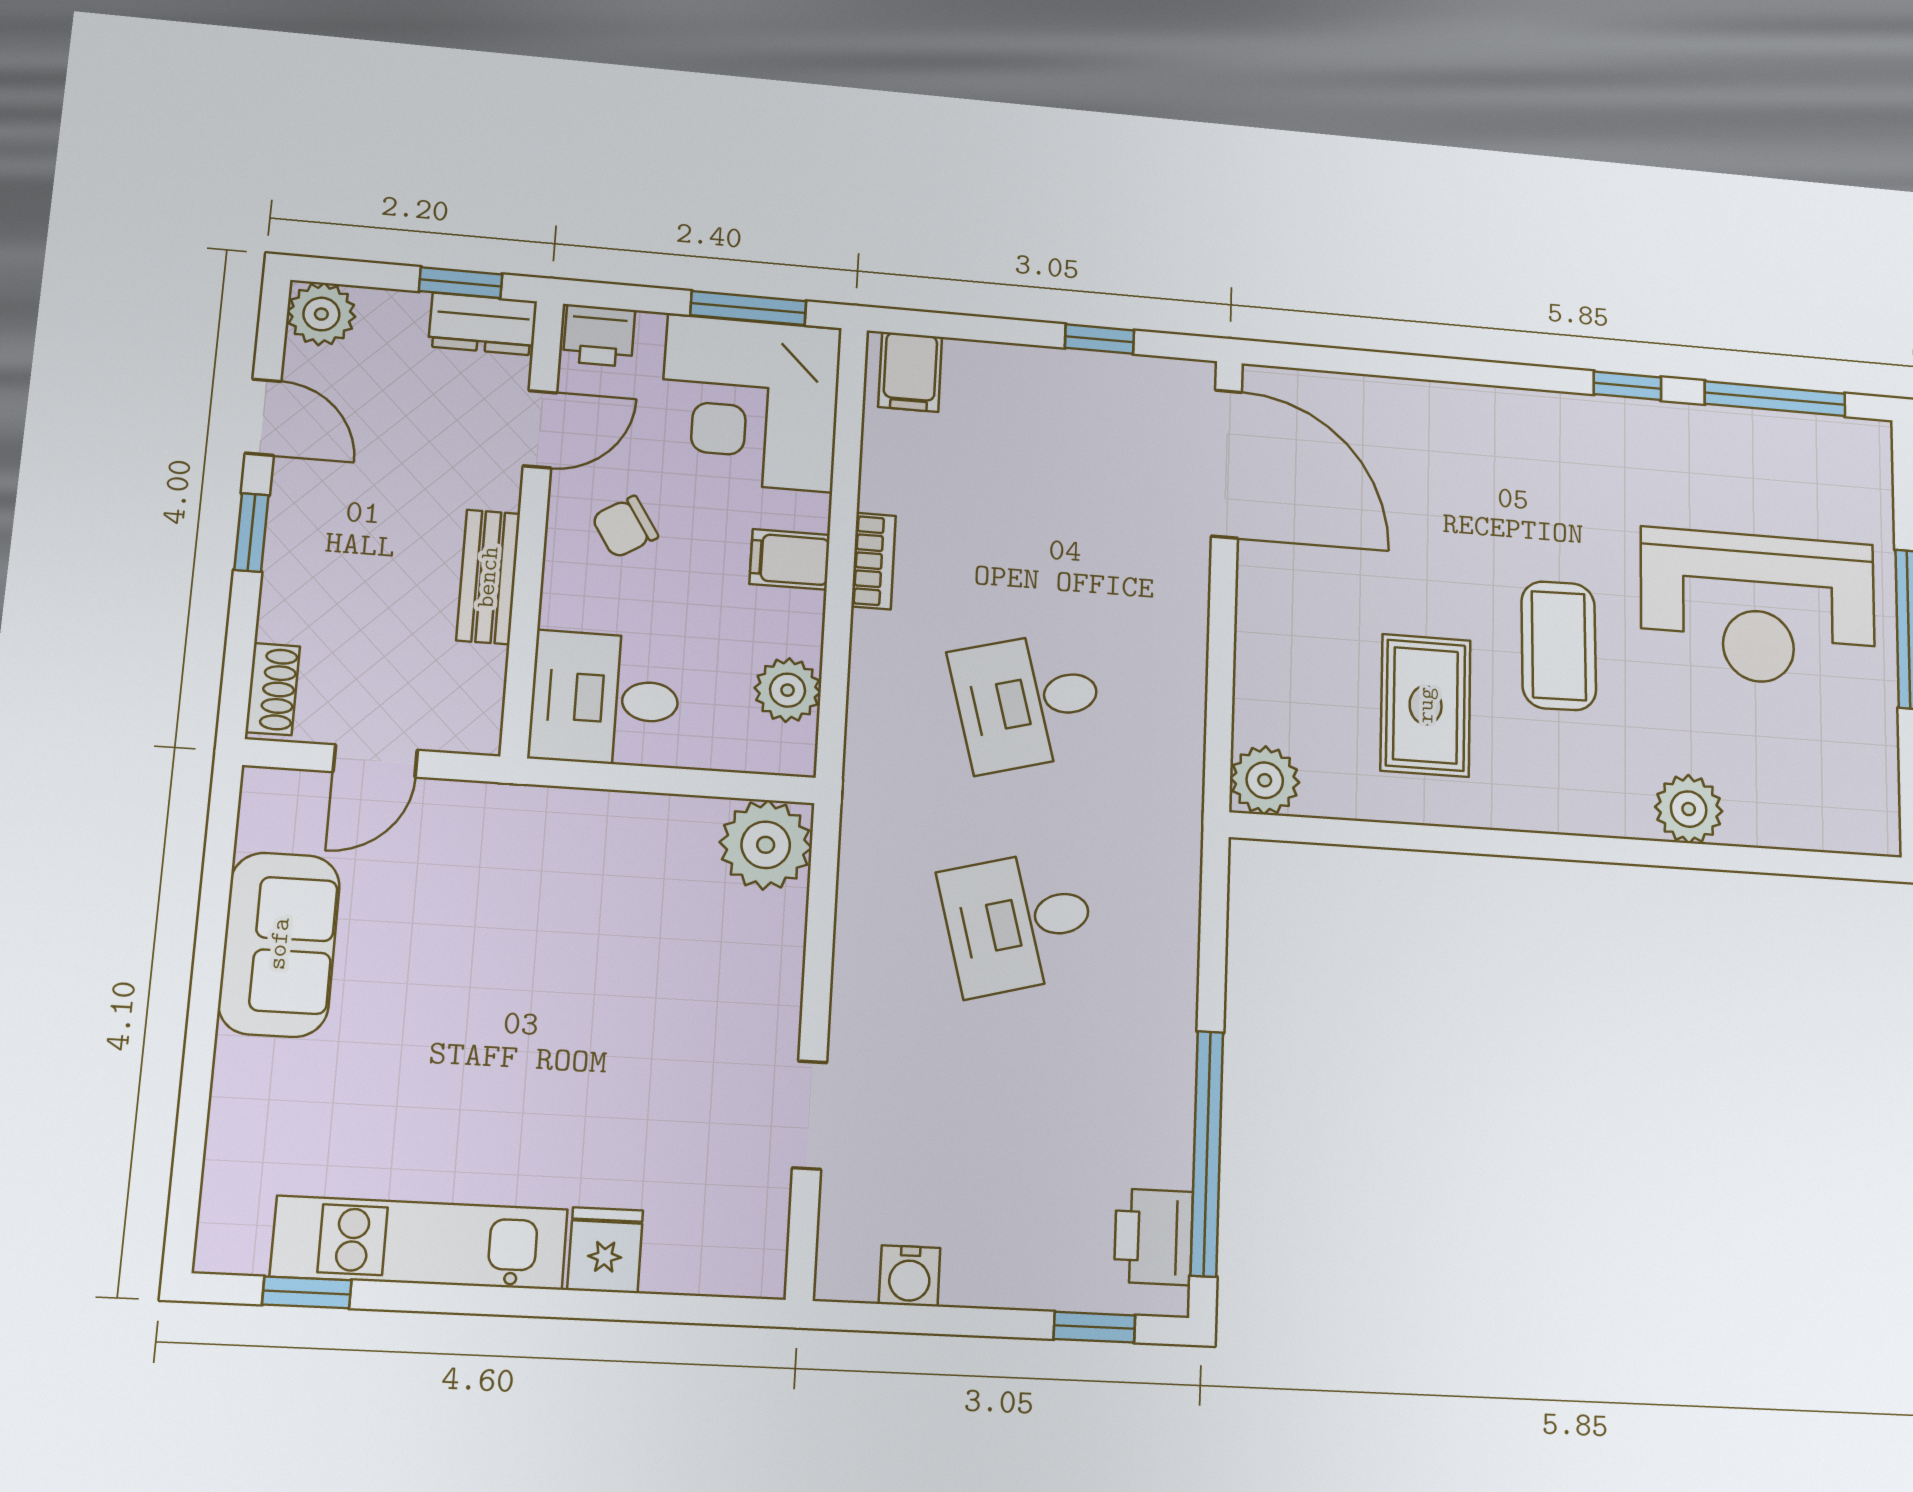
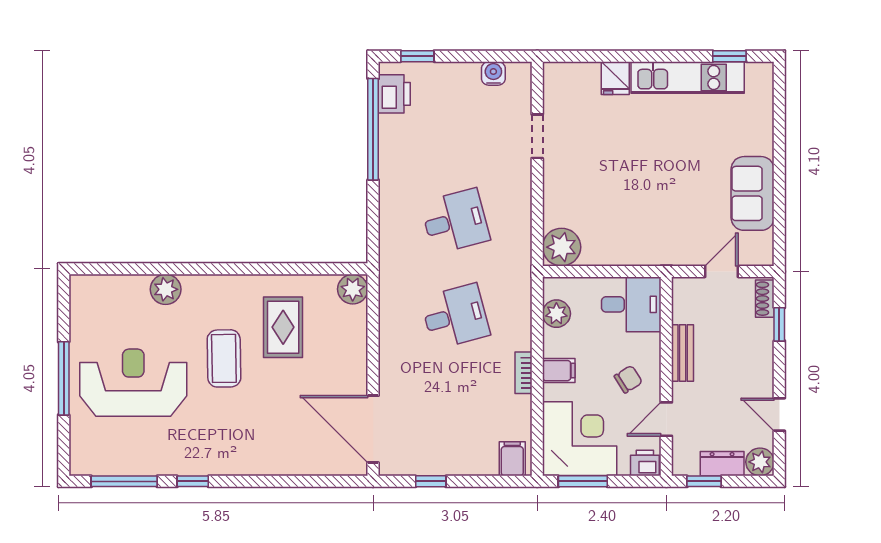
dresser: (483, 324) -> (722, 464), moved
window: (252, 532) -> (779, 324), moved

